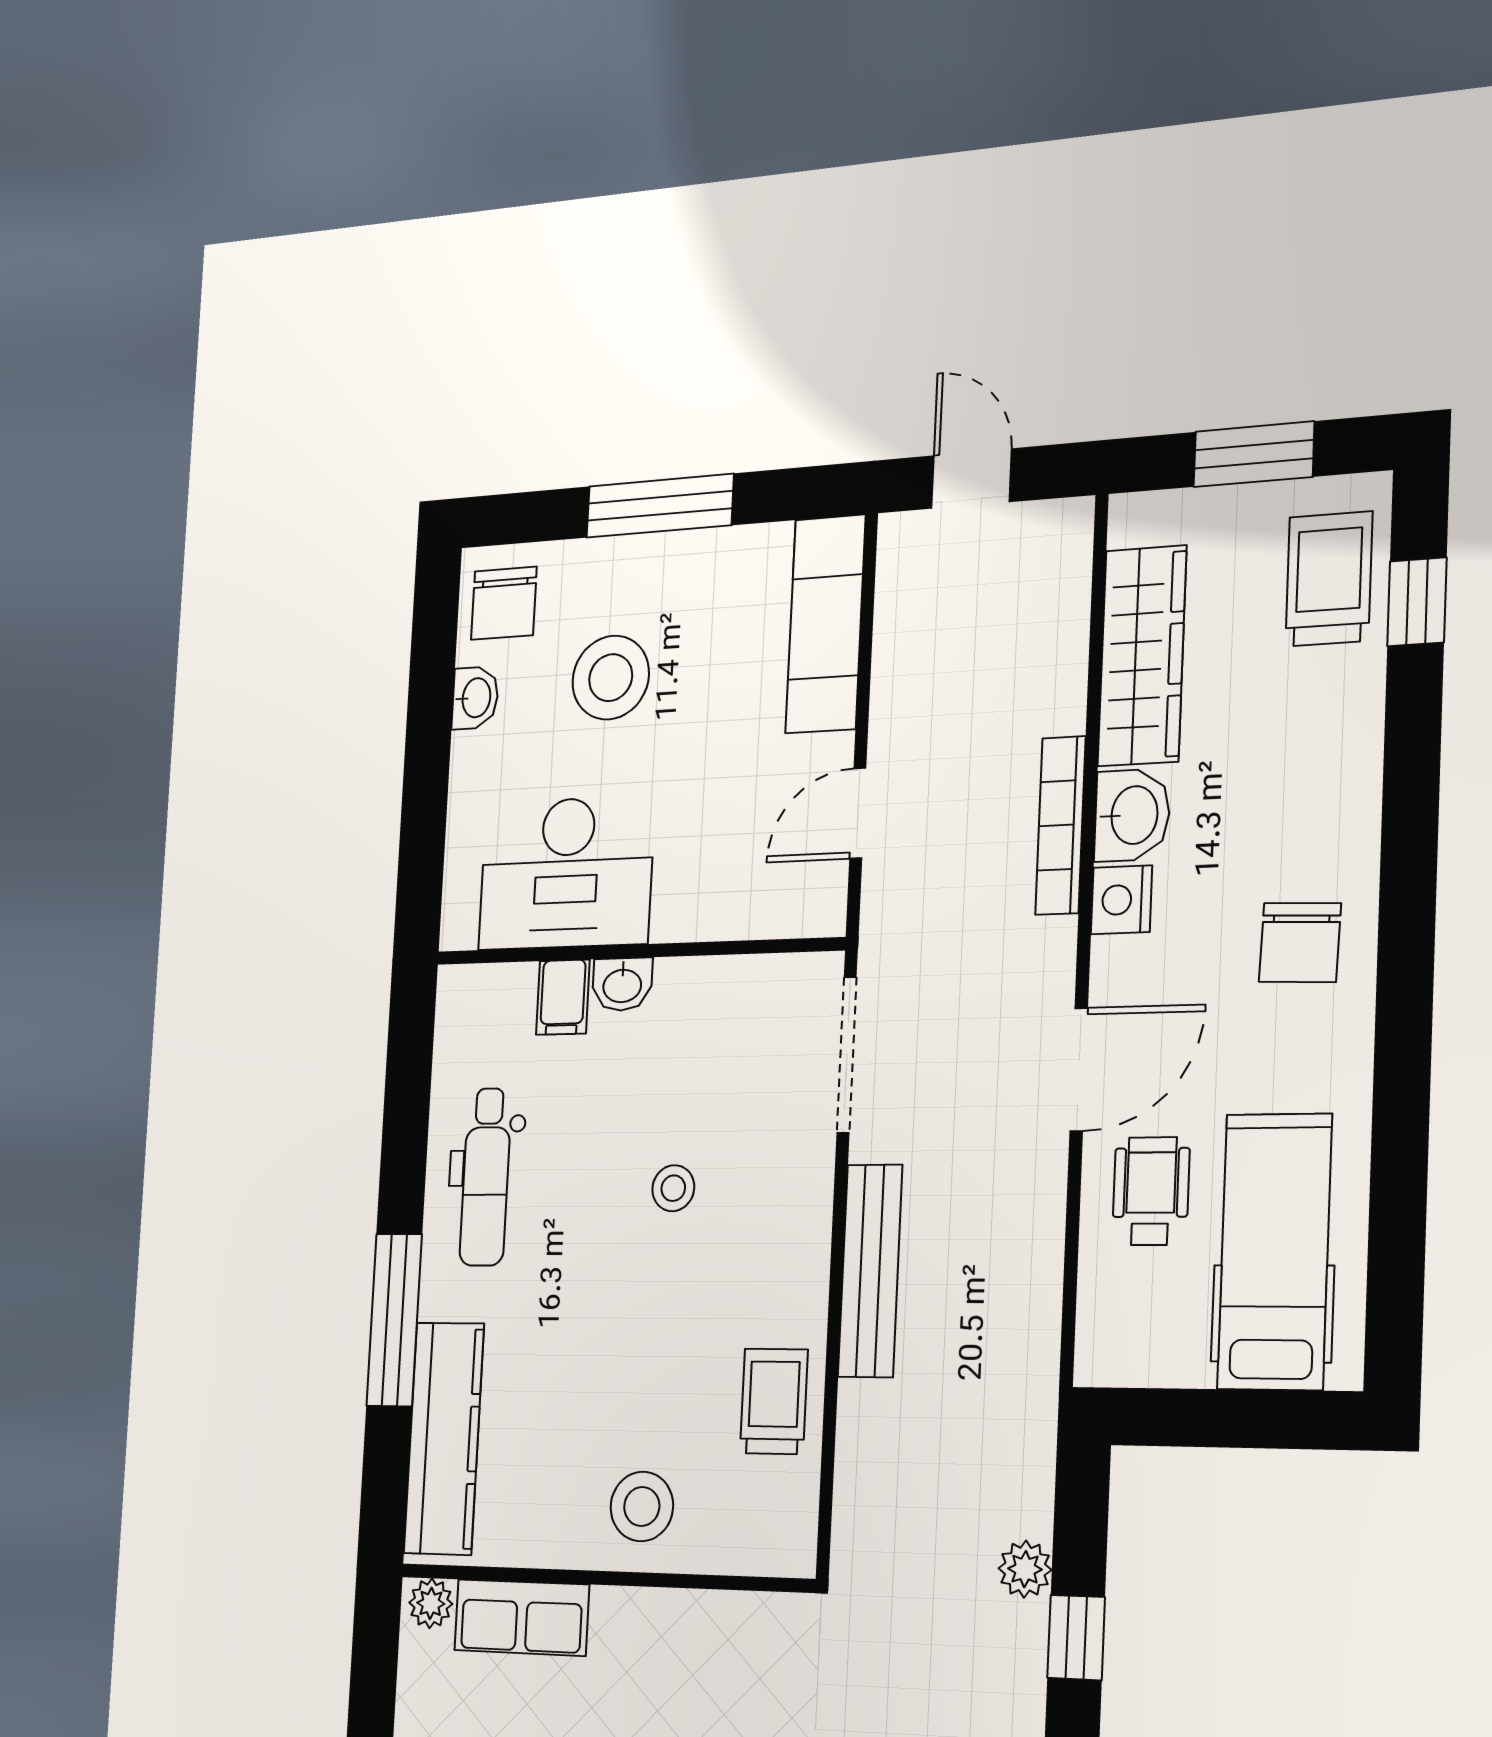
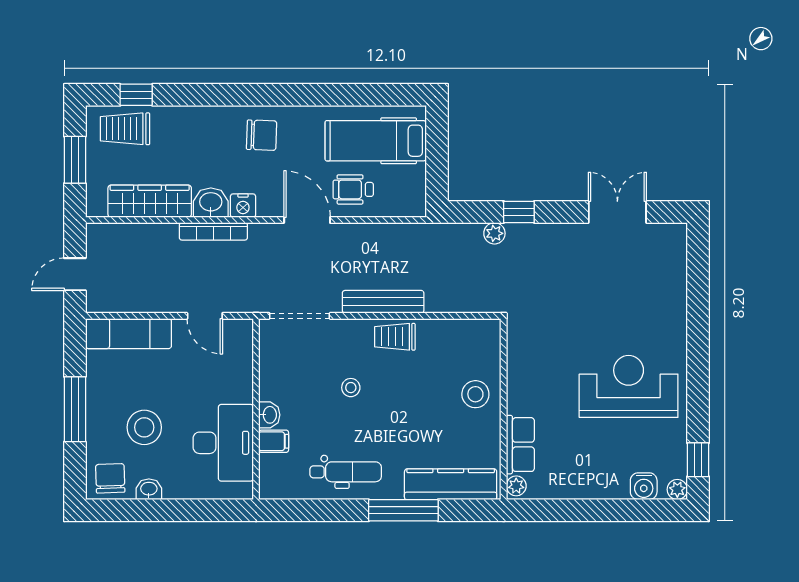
chair: (504, 603) -> (110, 478), turned -92
trolley: (774, 1401) -> (395, 337), moved

